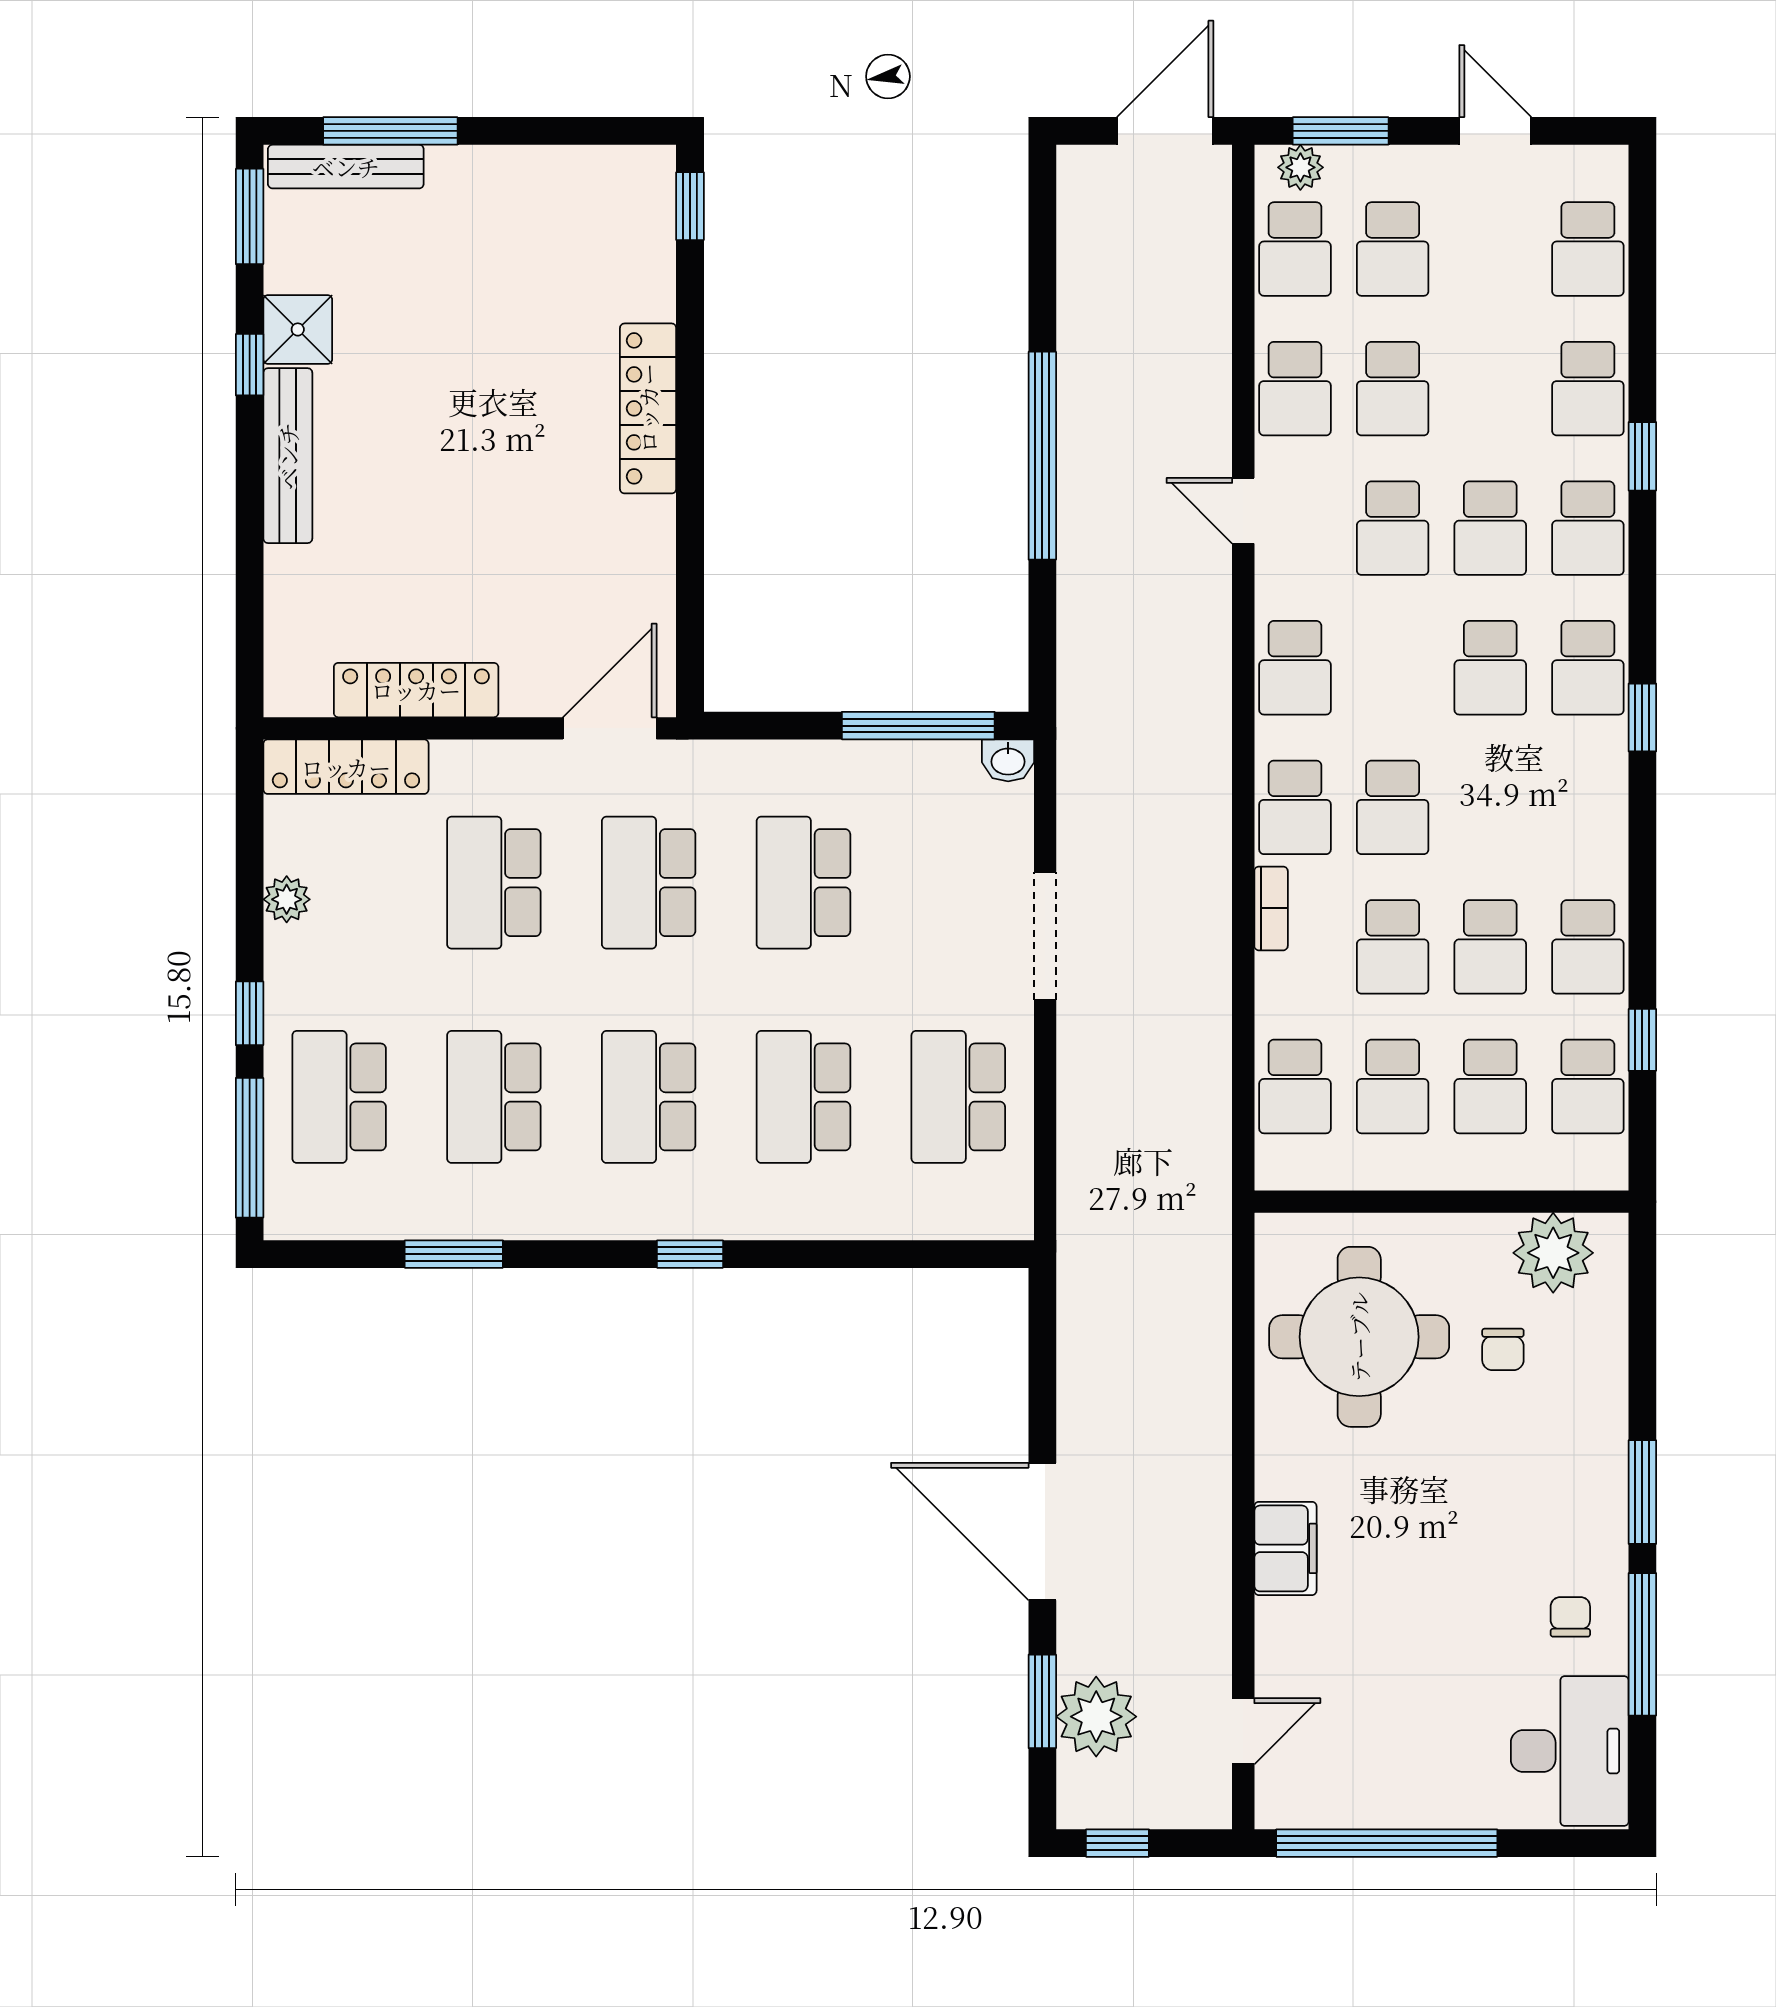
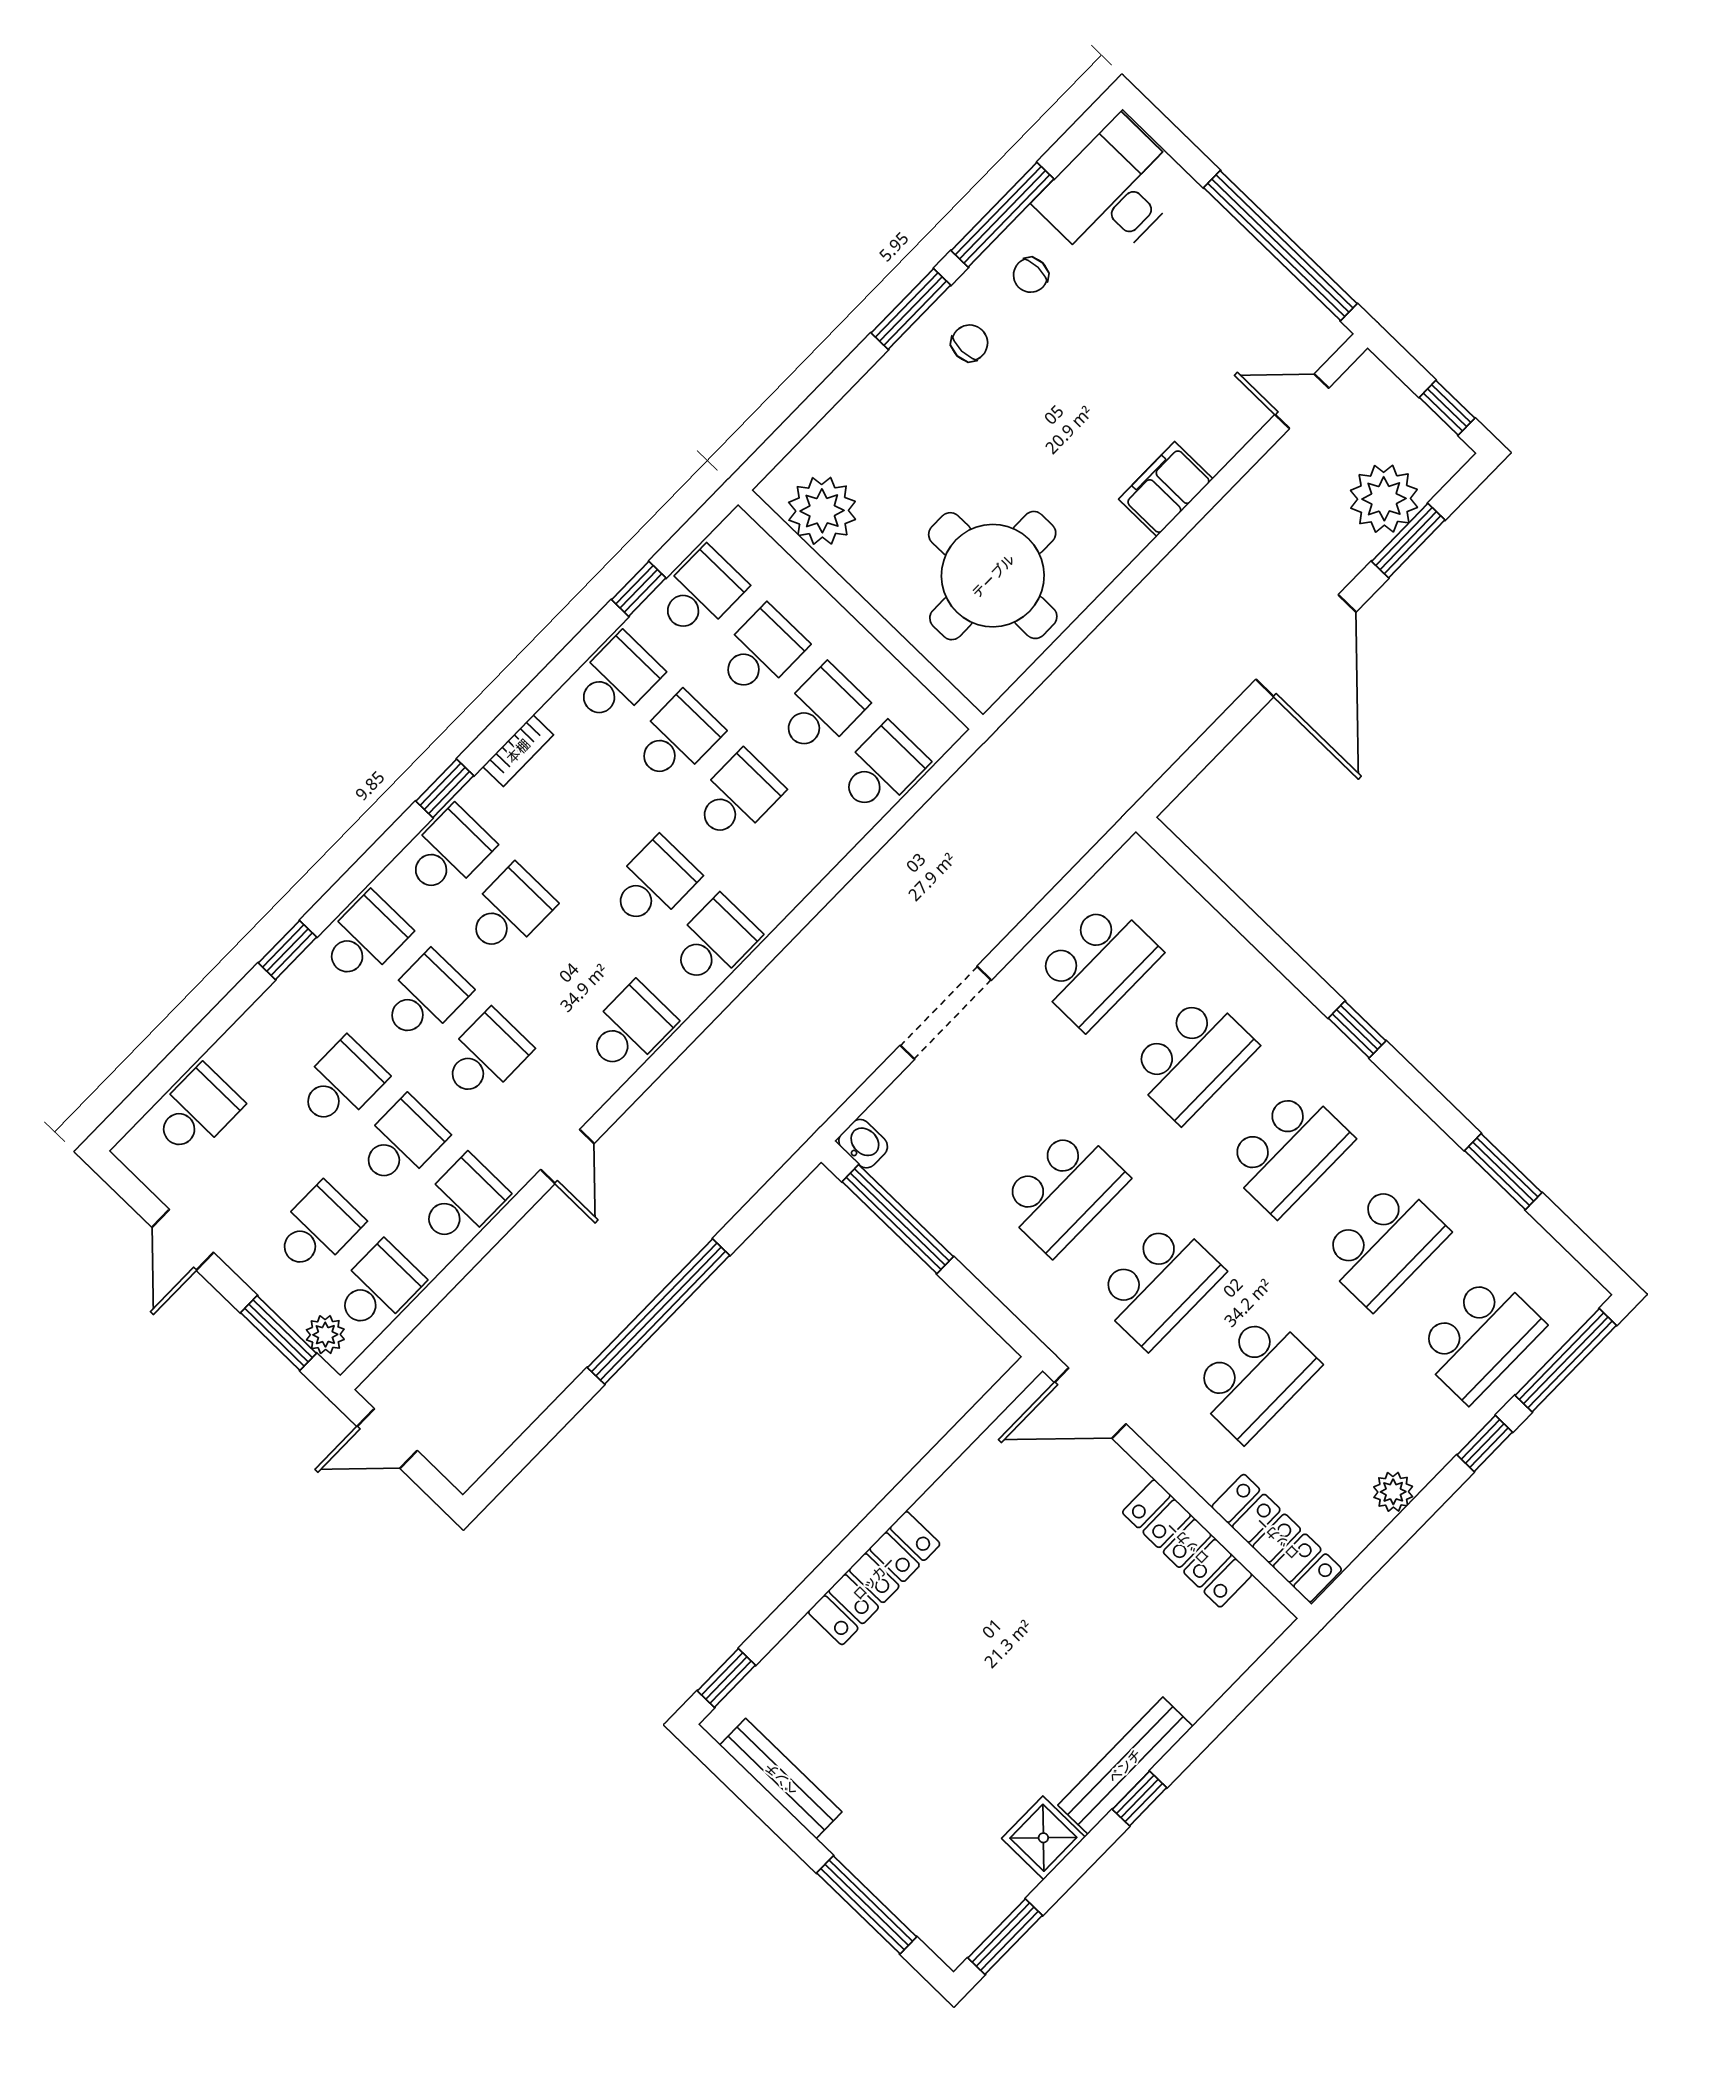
door: (1165, 131) -> (387, 1439), width x0.73
bench: (346, 167) -> (781, 1779), moved
window: (250, 365) -> (1140, 1799), moved
school desk: (1588, 389) -> (341, 1083), moved
bookcase: (1271, 908) -> (518, 751), moved, turned 180
chair: (1503, 1349) -> (970, 343), moved

